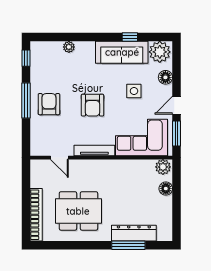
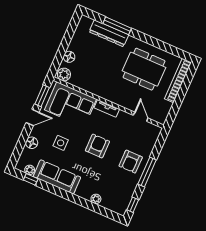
window: (130, 37) -> (31, 179), moved
plant: (160, 52) -> (30, 170), width x0.53, depth x0.53
tv unit: (94, 150) -> (107, 108), width x0.71

